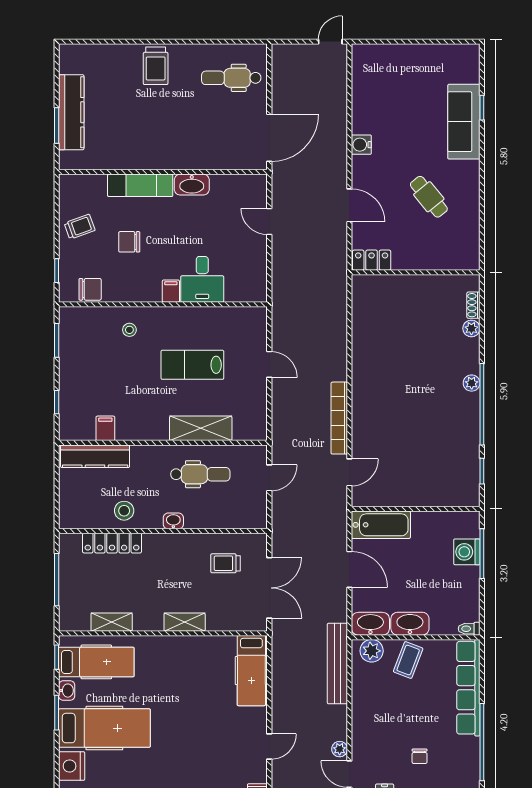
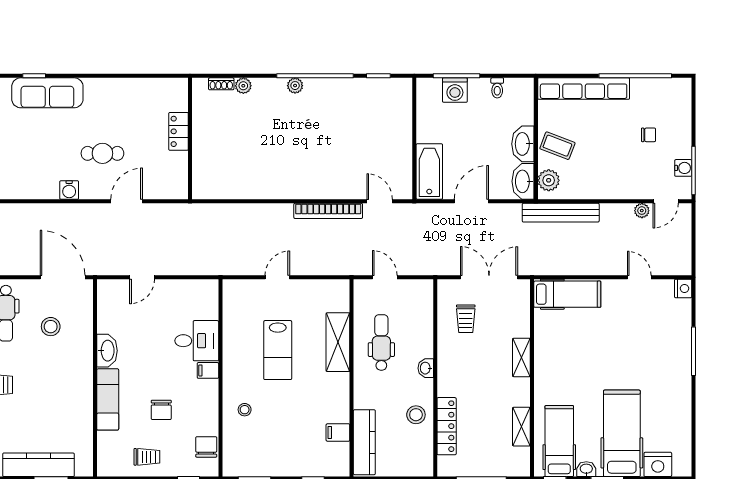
stool: (217, 125) -> (51, 327), added
cafe table: (429, 197) -> (102, 153), moved, turned 39
trolley: (80, 227) -> (147, 457), turned 110
locker: (372, 260) -> (179, 131), moved
toilet: (469, 629) -> (497, 88), moved

